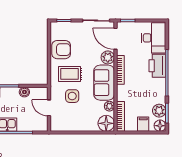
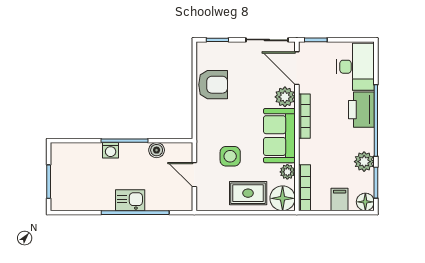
rug: (70, 74) -> (248, 193), moved
plant: (159, 111) -> (364, 162), moved

